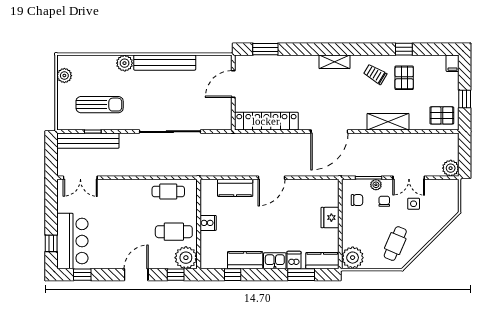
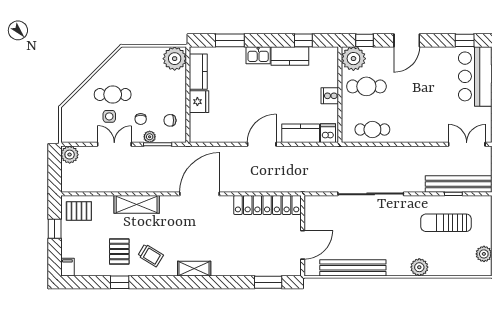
bench: (165, 63) -> (353, 268), moved
cafe table: (395, 244) -> (113, 94), moved, turned 67
dishwasher: (294, 260) -> (328, 133), moved, turned 180
kitchen counter: (322, 261) -> (198, 72), moved, turned -90

